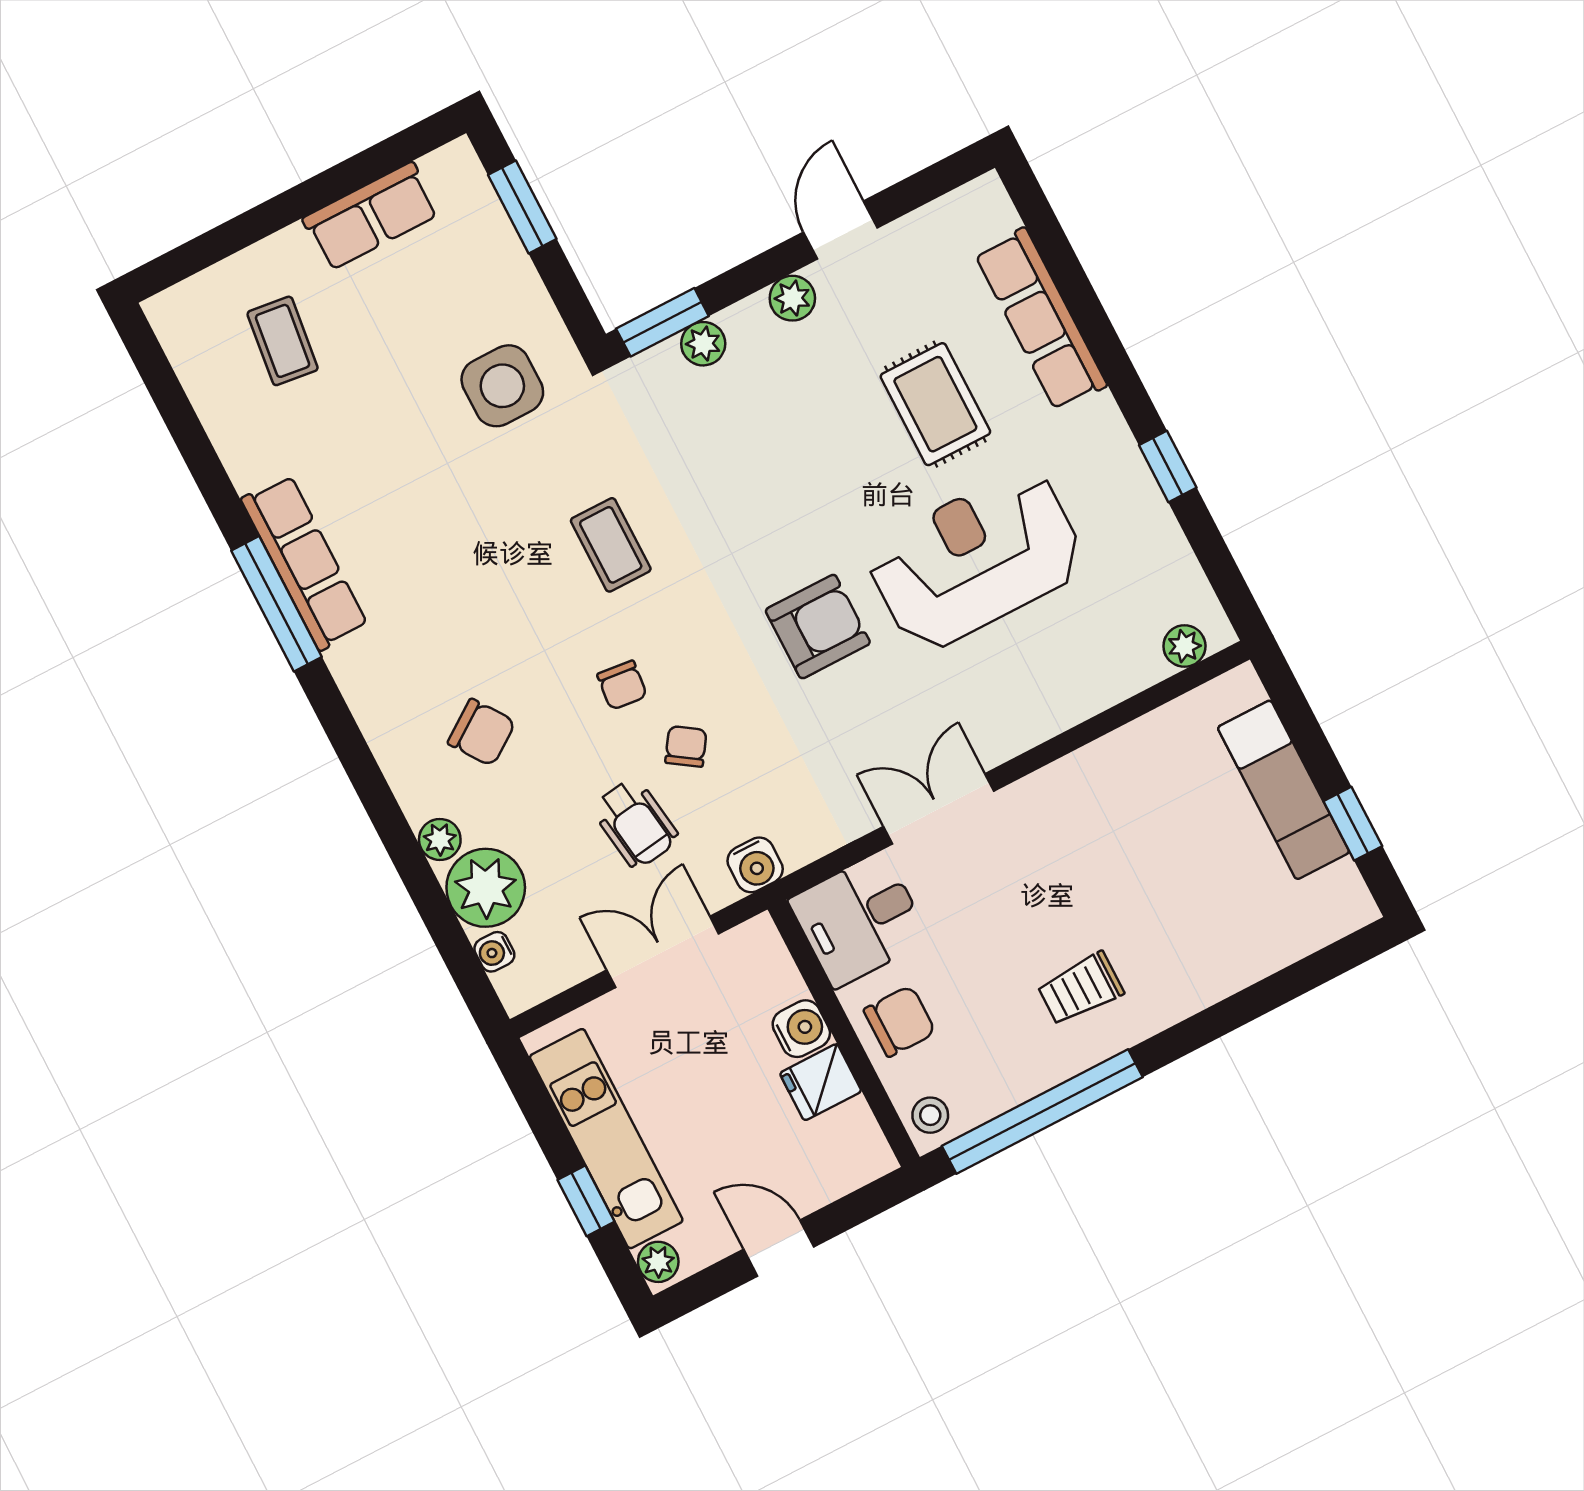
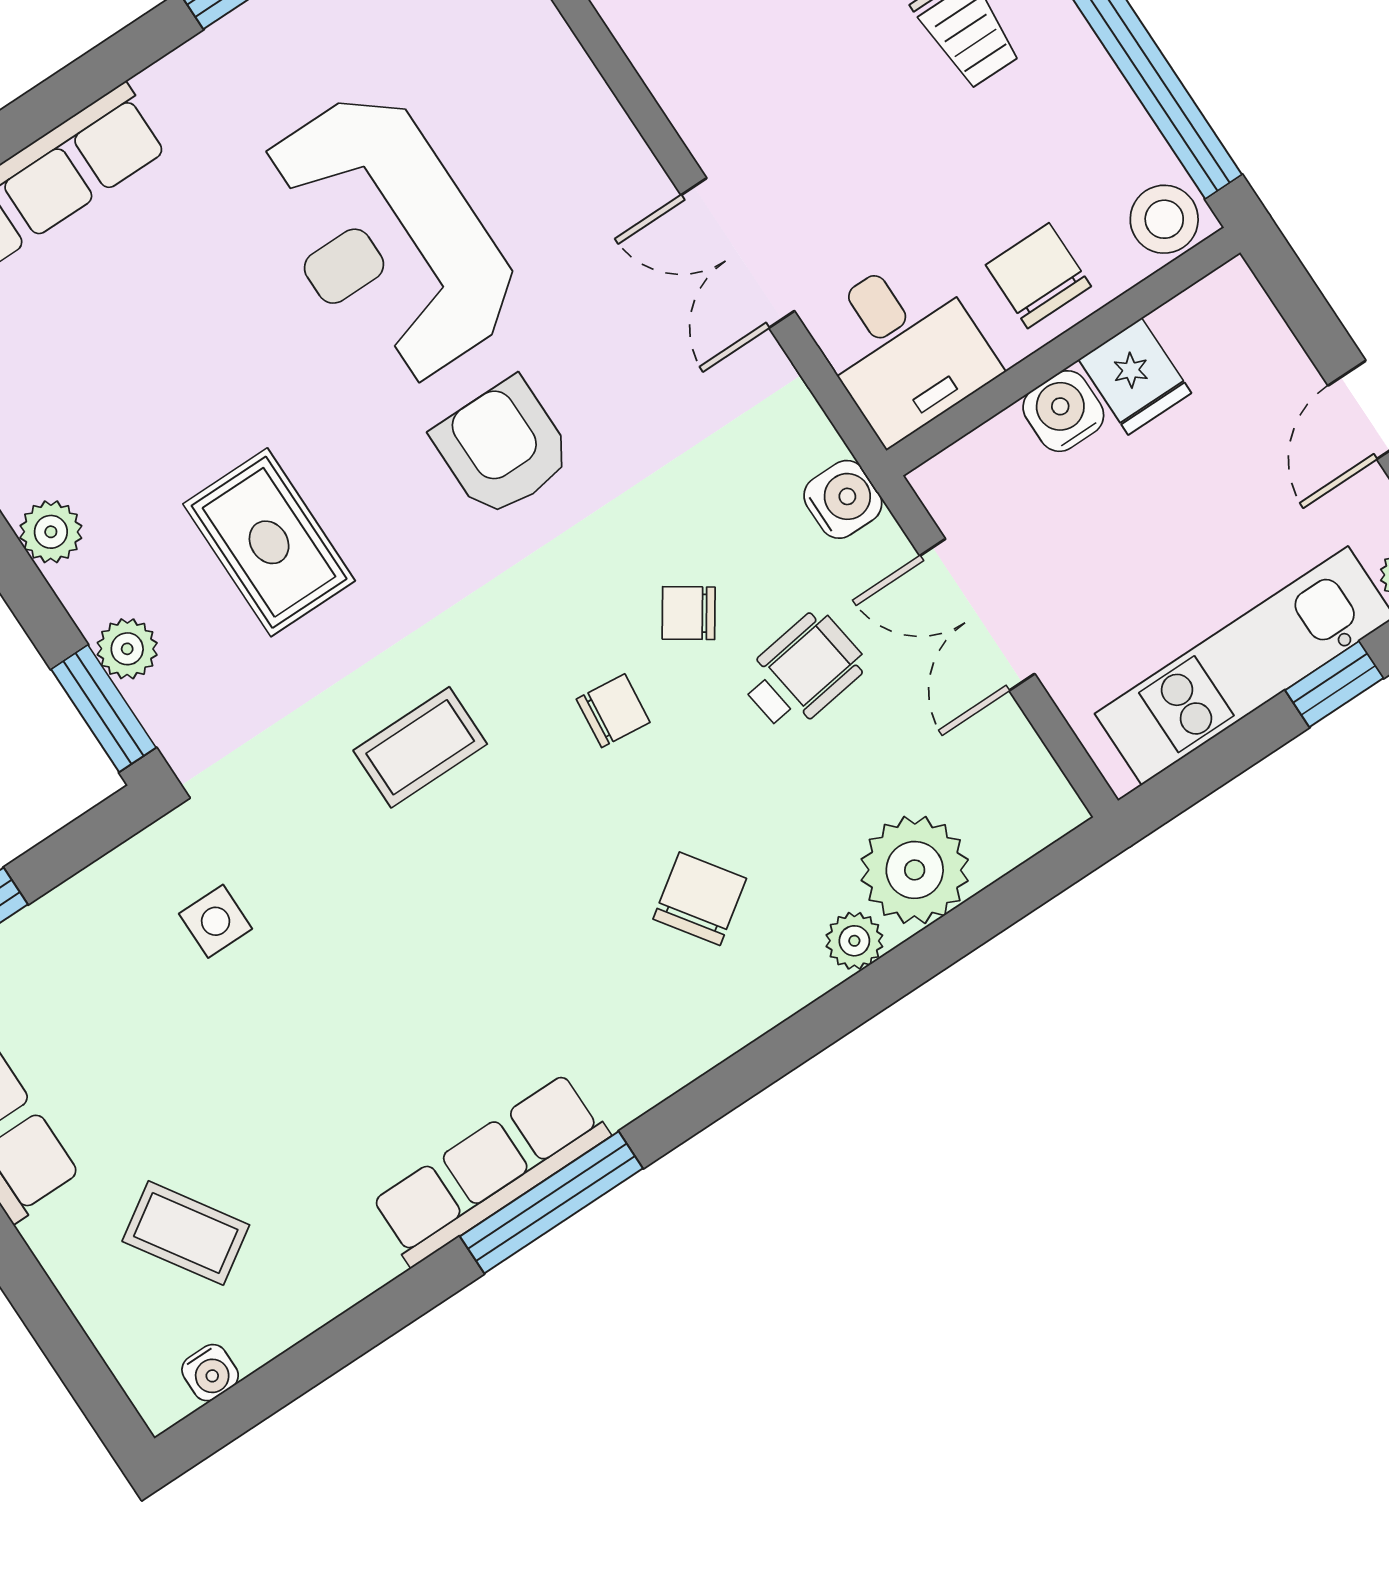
coffee table: (283, 341) -> (186, 1233), turned 50
side table: (502, 386) -> (216, 921), width x0.54, depth x0.54
rug: (935, 404) -> (269, 542), moved, turned 90
water cooler: (494, 952) -> (210, 1373), moved
stool: (930, 1115) -> (1164, 219), width x1.37, depth x1.37

